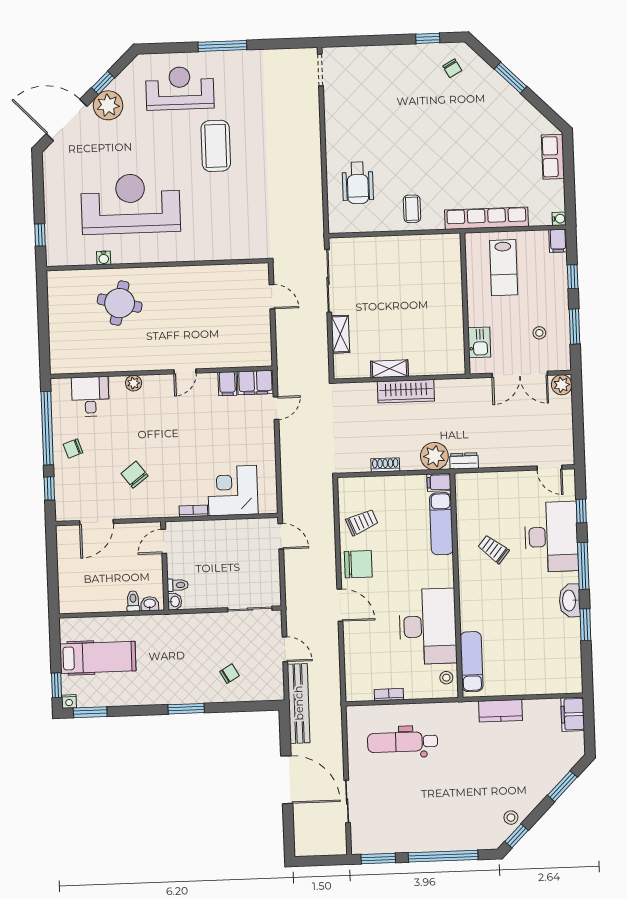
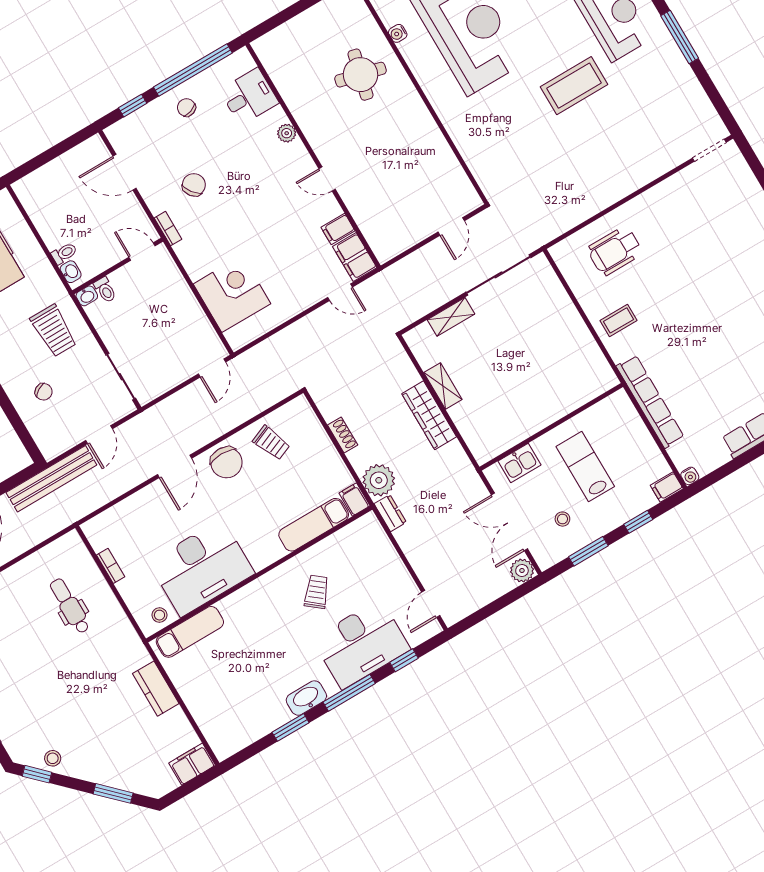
lab bench: (504, 268) -> (585, 466), moved, turned 90
bookcase: (193, 511) -> (168, 229), moved
trolley: (187, 641) -> (54, 331), added
dental chair: (403, 742) -> (70, 606), width x0.73, depth x0.72

